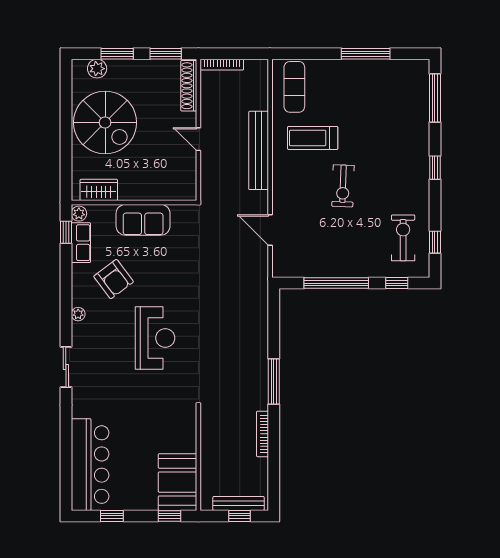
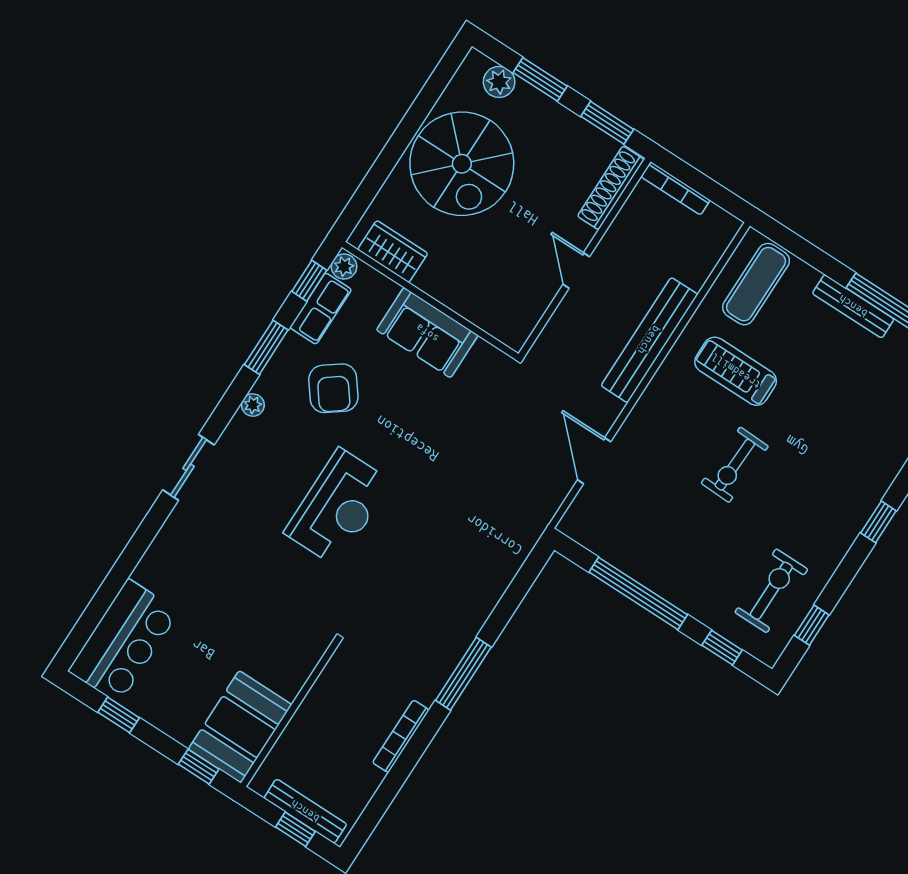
bench: (351, 66) -> (853, 306), added
window: (66, 280) -> (266, 347), added
bar counter: (90, 465) -> (123, 641), width x0.73

